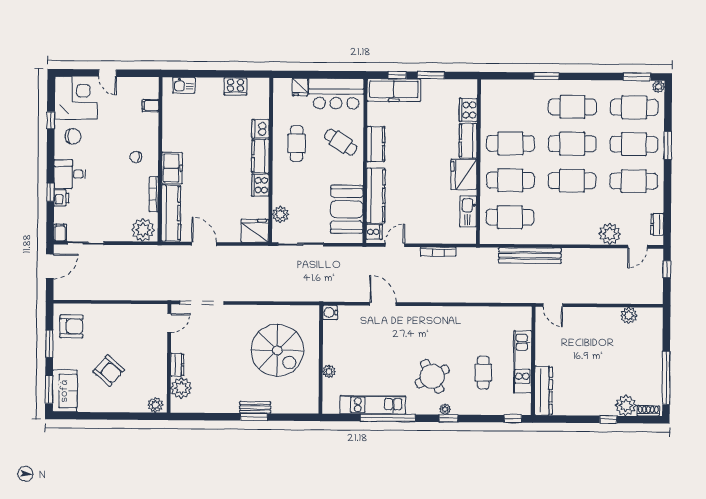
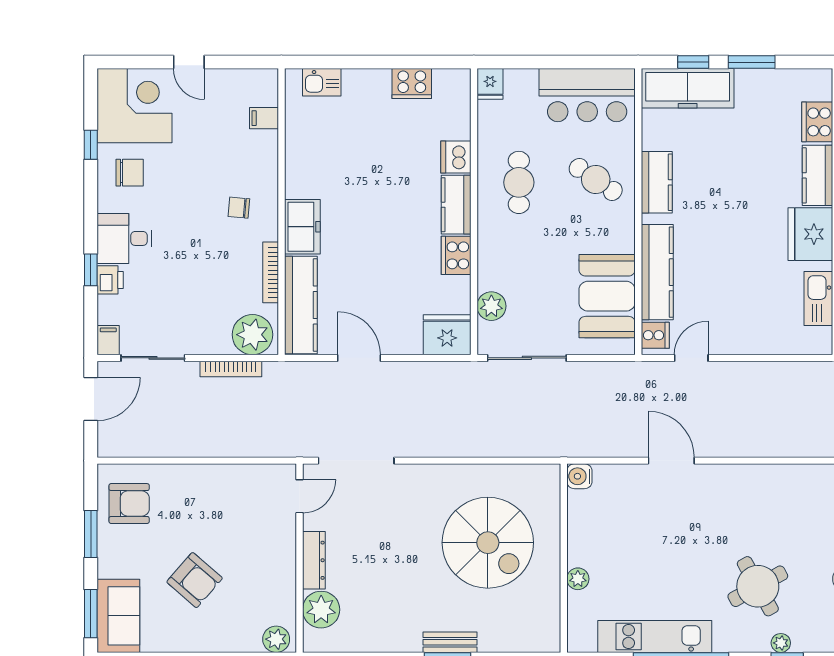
fridge: (300, 87) -> (490, 84), moved
bookcase: (438, 252) -> (231, 369), moved
dresser: (177, 365) -> (314, 560), width x1.44

